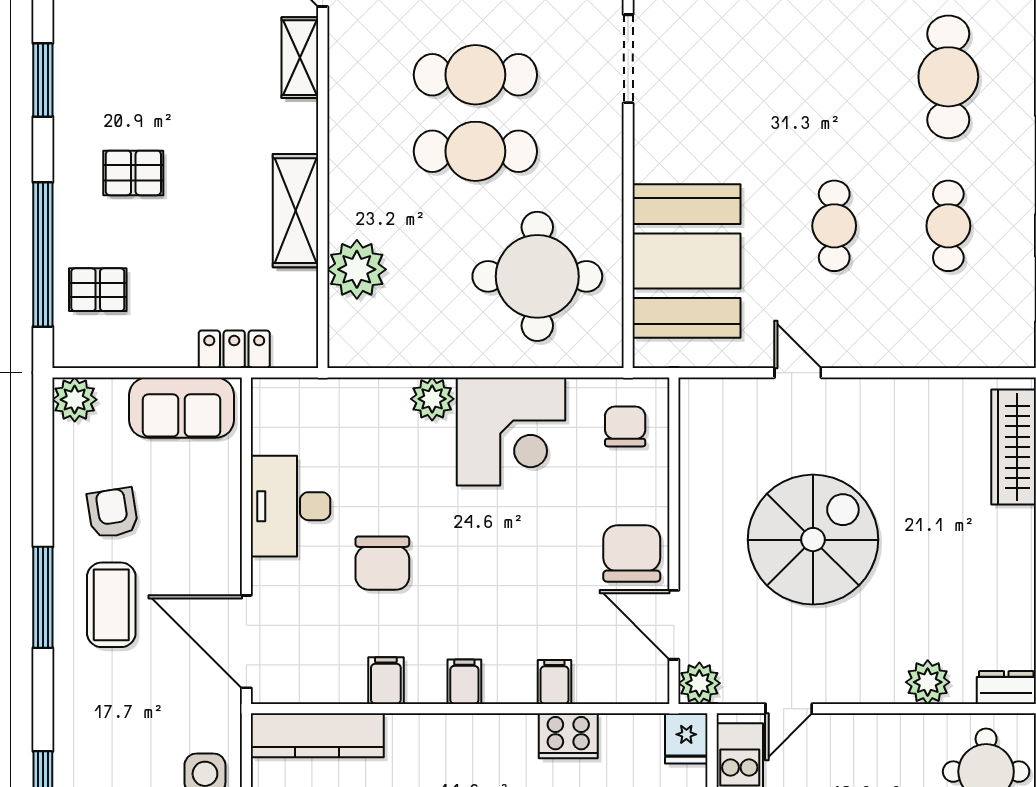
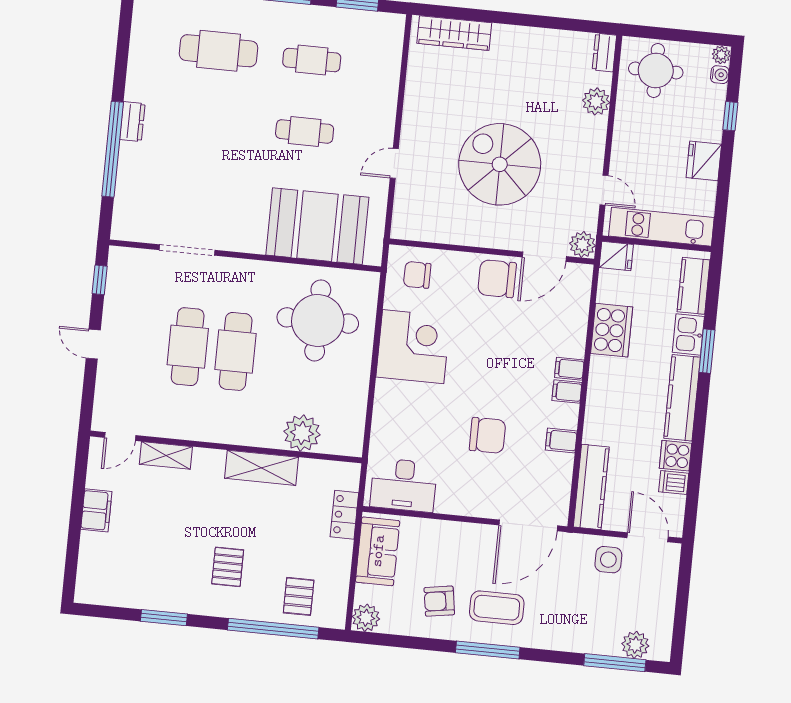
plant: (432, 399) -> (388, 394), removed
desk: (291, 506) -> (404, 485), moved
filing cabinet: (554, 682) -> (569, 369), moved
cooker: (568, 736) -> (612, 330), width x1.37, depth x1.31

